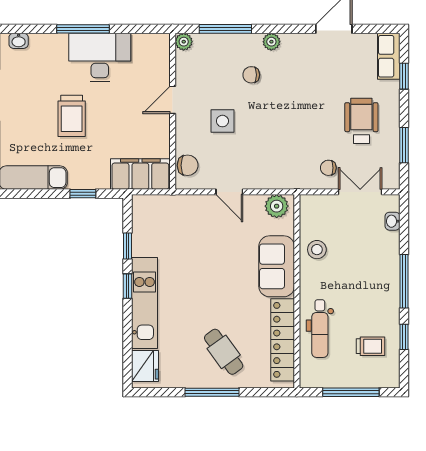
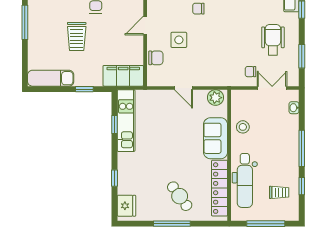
chair: (188, 165) -> (156, 58), moved
window: (127, 286) -> (115, 178), moved
kitchen unit: (145, 303) -> (126, 121), moved
dental chair: (320, 329) -> (245, 180), width x1.36, depth x1.38

